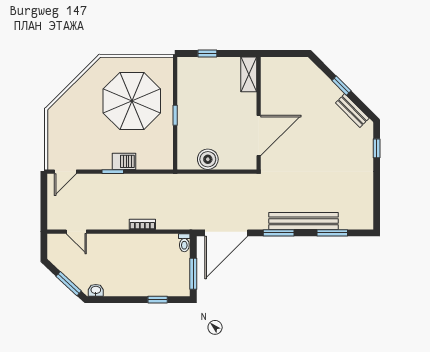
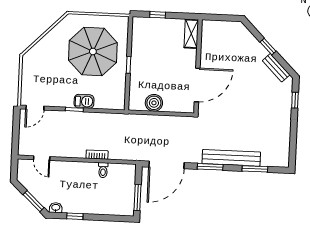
toilet: (184, 243) -> (103, 170), moved
window: (158, 300) -> (75, 216), moved

